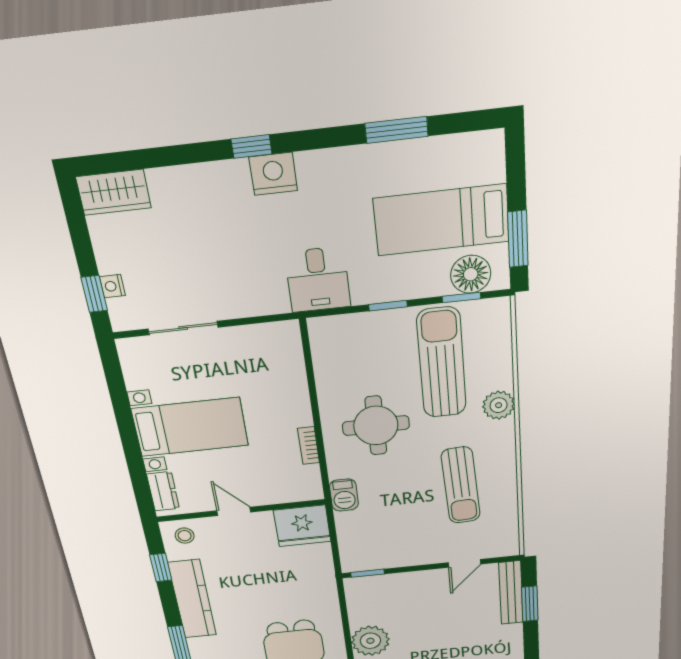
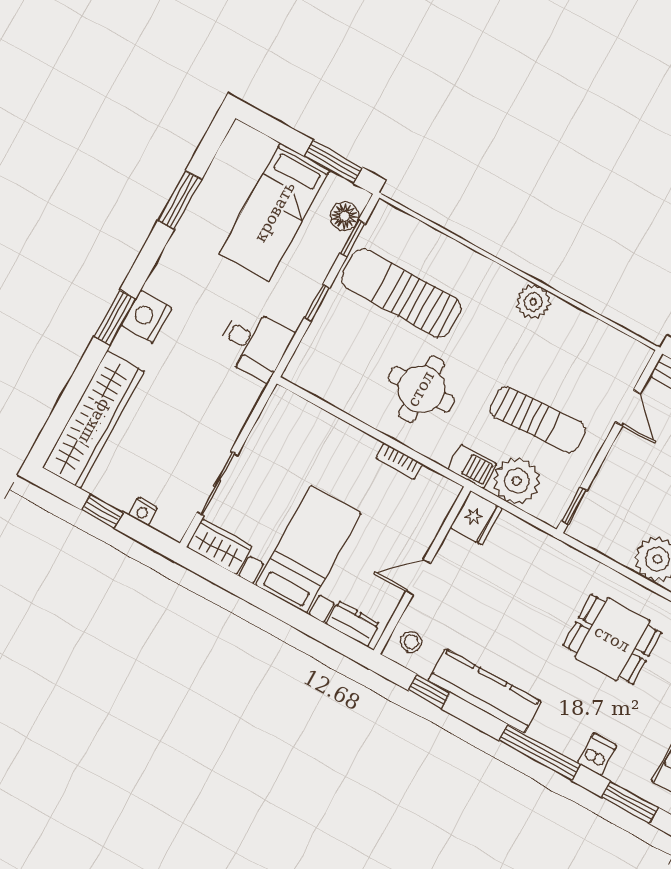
window: (252, 147) -> (115, 317), width x1.50
wardrobe: (114, 192) -> (93, 420), width x2.10, depth x1.17
floor lamp: (471, 274) -> (345, 216), width x0.73, depth x0.73
window: (94, 294) -> (102, 511), moved
wardrobe: (136, 363) -> (219, 547), added
plant: (499, 405) -> (533, 302), moved
sun lounger: (461, 485) -> (538, 420), moved
fridge: (302, 526) -> (476, 518), width x0.73, depth x0.75
plant: (357, 529) -> (517, 481), added

